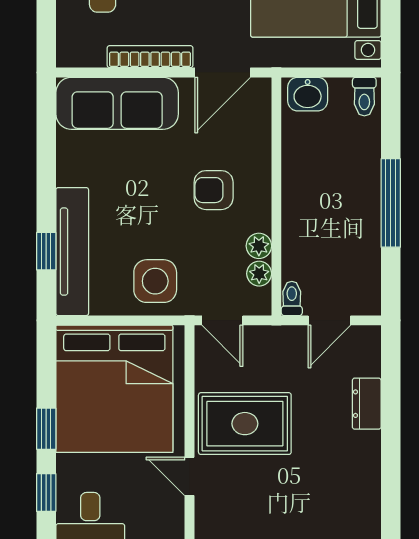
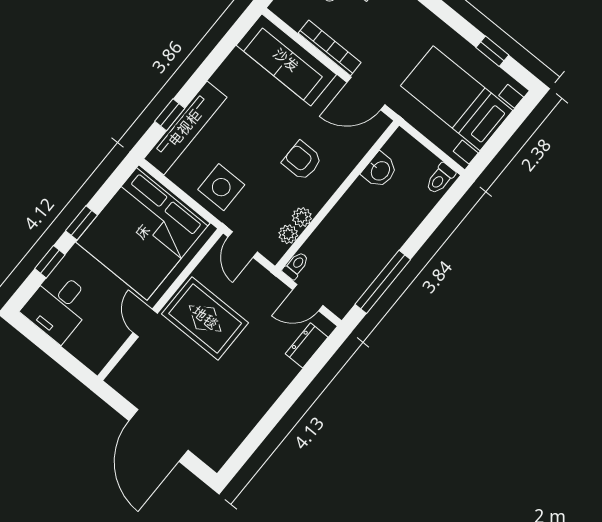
washbasin: (308, 94) -> (380, 170), moved, turned -90
window: (391, 203) -> (383, 282), moved
dresser: (367, 404) -> (307, 345), moved

